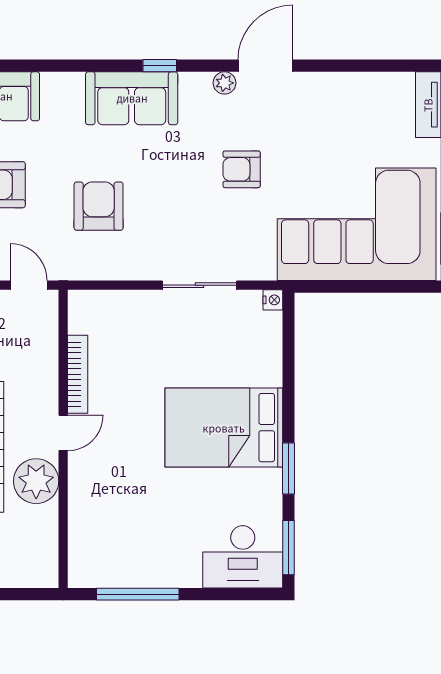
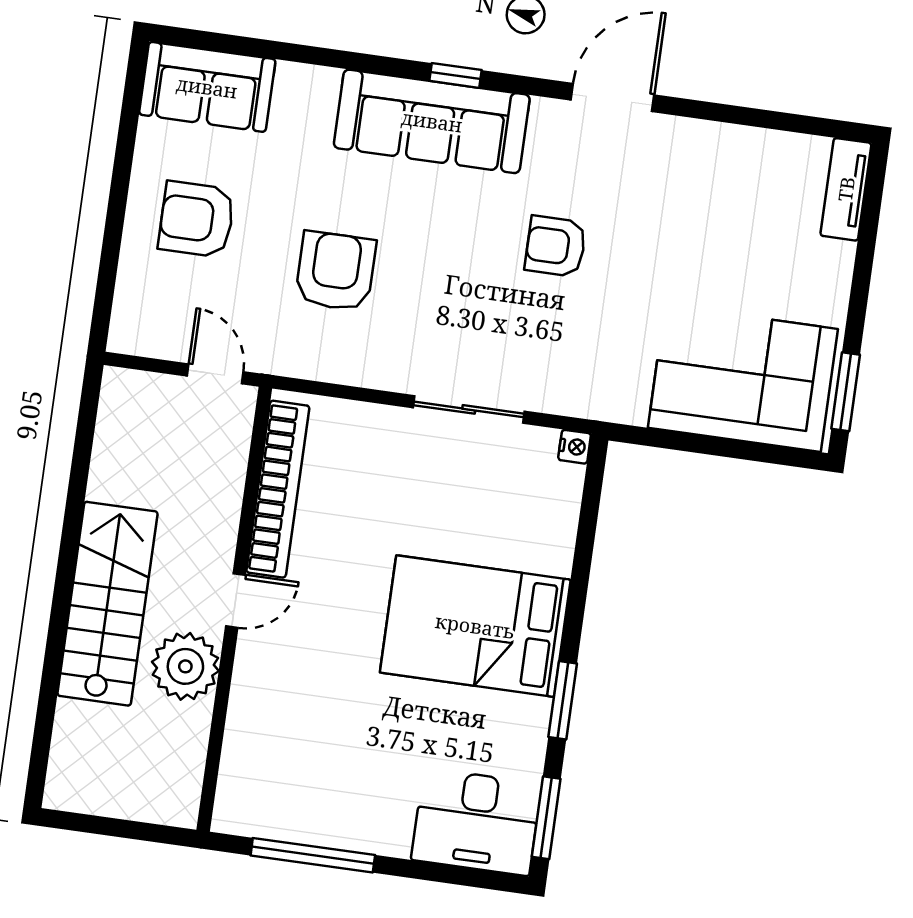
plant: (225, 83) -> (548, 115), removed
sofa: (132, 98) -> (432, 121), width x1.36
corner sofa: (357, 224) -> (743, 378), width x0.73, depth x0.74
bookcase: (78, 374) -> (278, 489), width x1.48, depth x1.31

